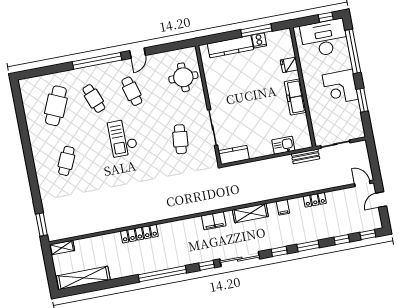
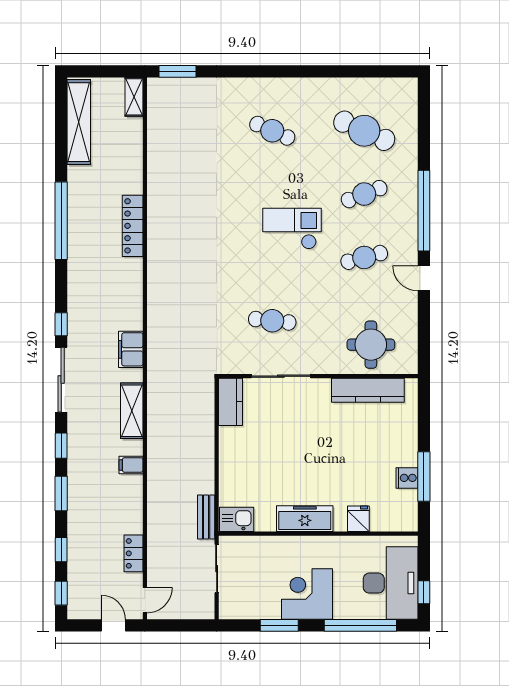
kitchen counter: (230, 47) -> (368, 390), moved, turned -90
kitchen sink: (283, 145) -> (237, 519), moved, turned -90
locker: (315, 200) -> (133, 553), moved
window: (162, 274) -> (61, 221), moved

